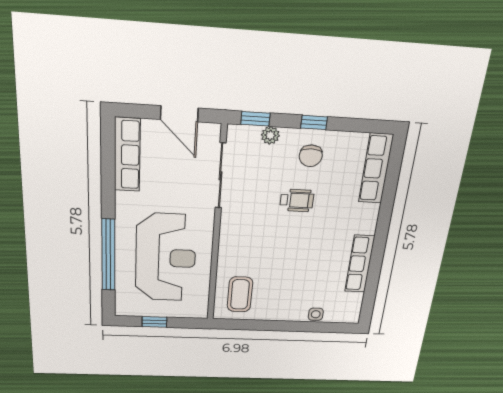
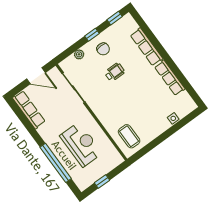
window: (255, 119) -> (115, 18), moved
row of seats: (376, 169) -> (147, 47), moved
reception desk: (166, 258) -> (81, 144), width x0.74, depth x0.77

